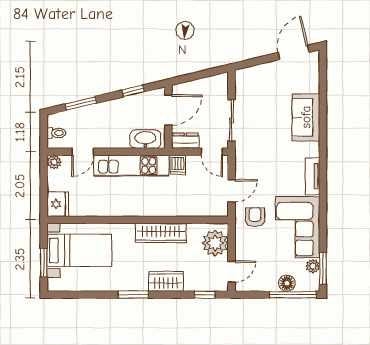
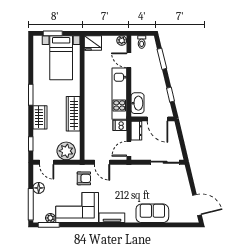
sliding door: (232, 120) -> (165, 162), moved
floor lamp: (287, 283) -> (39, 188), moved

